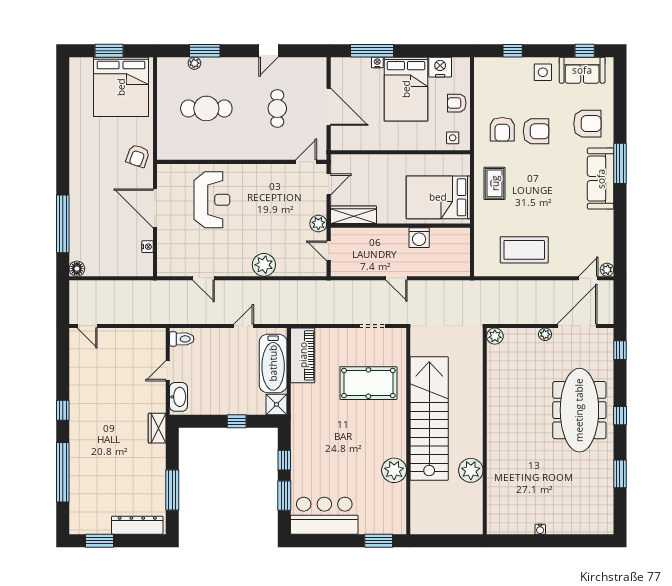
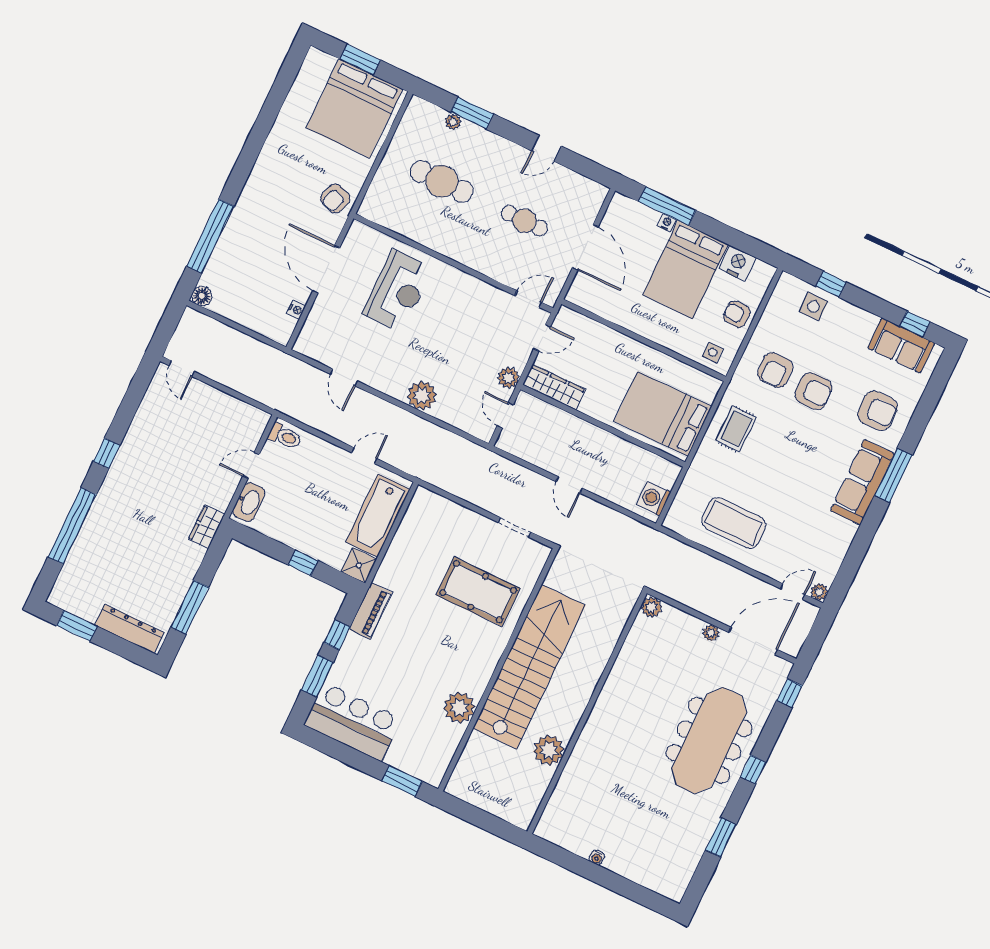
side table: (543, 72) -> (813, 306), moved
cafe table: (277, 108) -> (524, 221), turned 90
washing machine: (419, 238) -> (654, 498), moved, turned 90
piano: (303, 355) -> (371, 611), moved, width x0.73, depth x0.75

